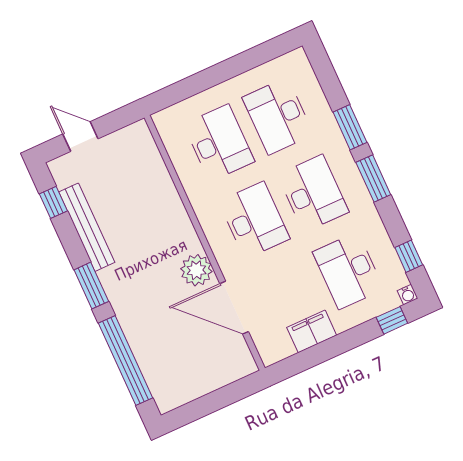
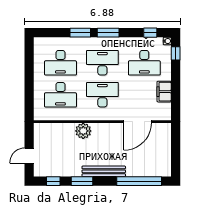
desk: (219, 143) -> (60, 95), turned 180
bench: (87, 227) -> (104, 171), moved
plant: (196, 270) -> (83, 131), moved
window: (91, 286) -> (82, 181), moved

